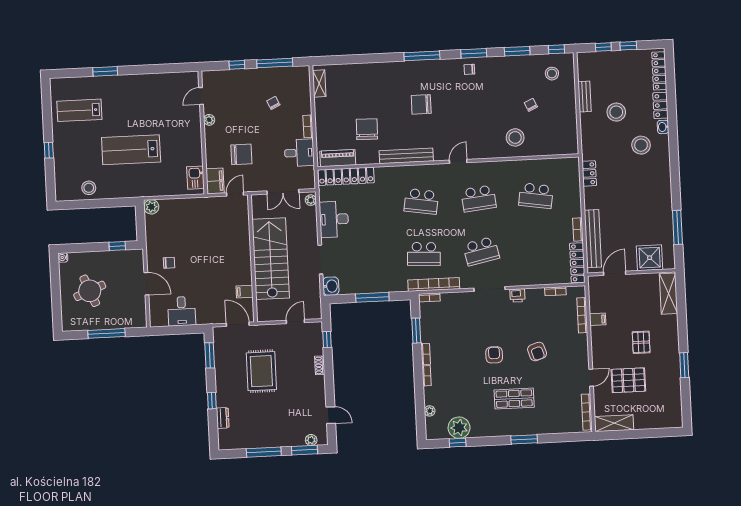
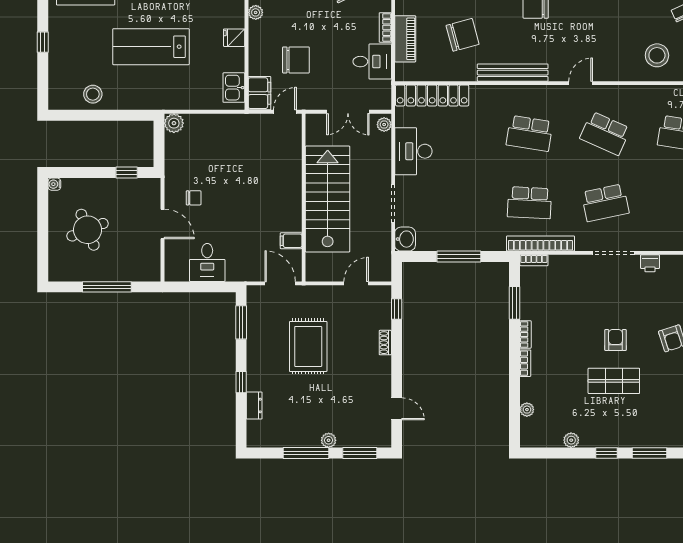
chair: (367, 129) -> (463, 35), turned 74
fridge: (194, 140) -> (234, 38), added
piano: (338, 158) -> (405, 39), moved, turned 90
school desk: (479, 199) -> (605, 133), turned 30
shop shelf: (514, 399) -> (614, 381), moved
plant: (459, 428) -> (571, 440), width x0.53, depth x0.53
plant: (311, 440) -> (329, 440), moved
window: (458, 443) -> (606, 453), moved

